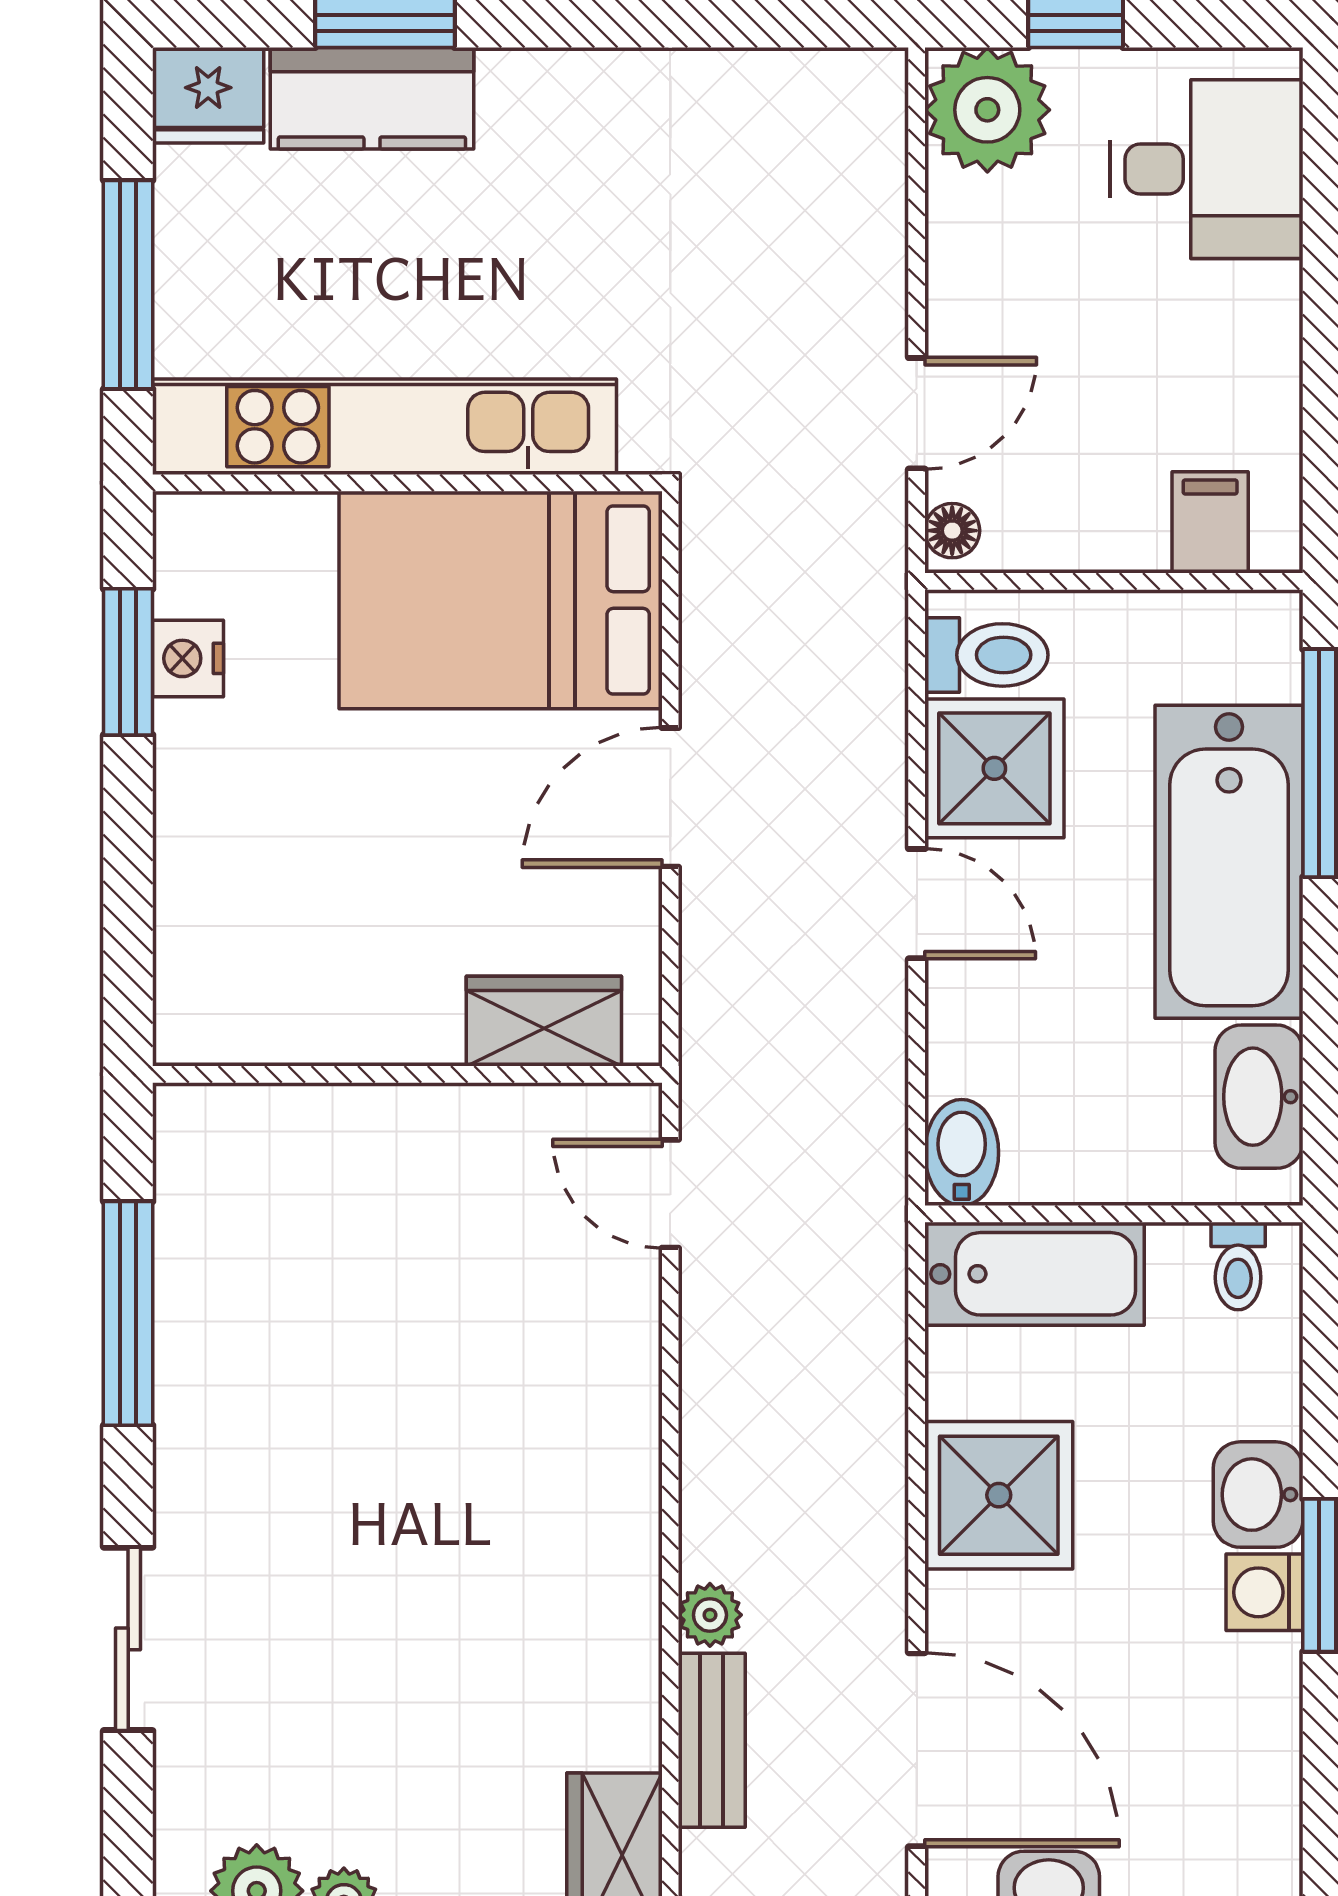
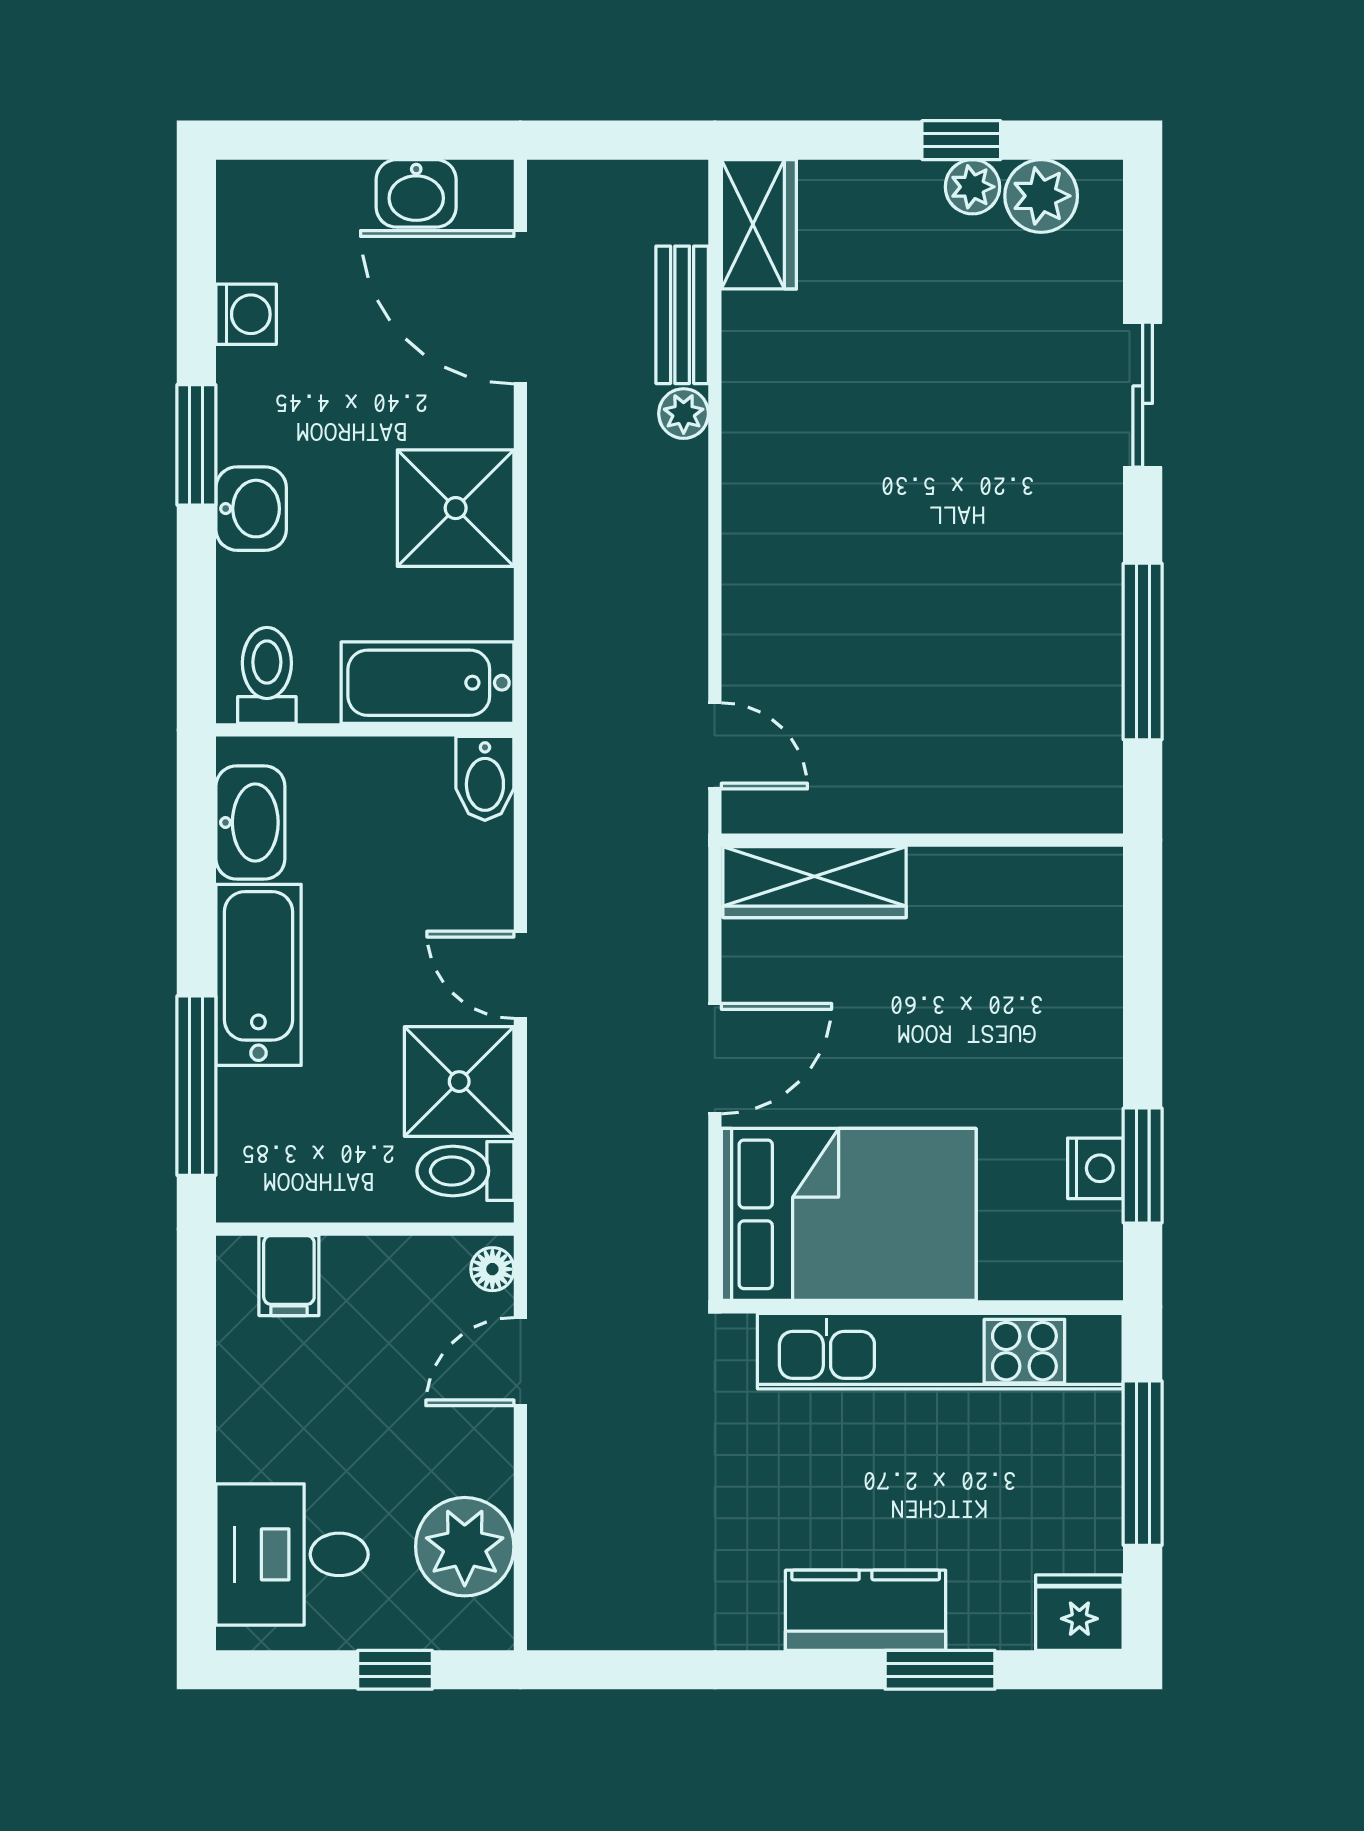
kitchen counter: (372, 98) -> (866, 1610), moved
plant: (987, 110) -> (465, 1547), moved
bathtub: (1229, 862) -> (258, 975), width x0.73, depth x0.73
wardrobe: (544, 1021) -> (815, 882), width x1.50
toilet: (1238, 1266) -> (267, 675), width x1.37, depth x1.39
washing machine: (1264, 1592) -> (246, 314), moved

